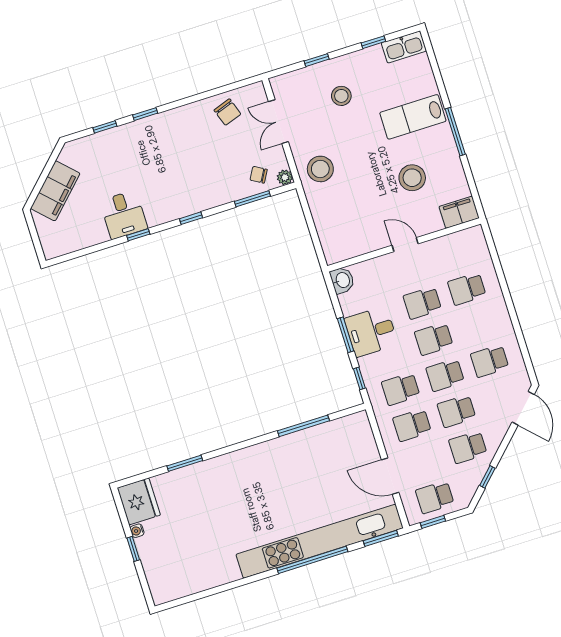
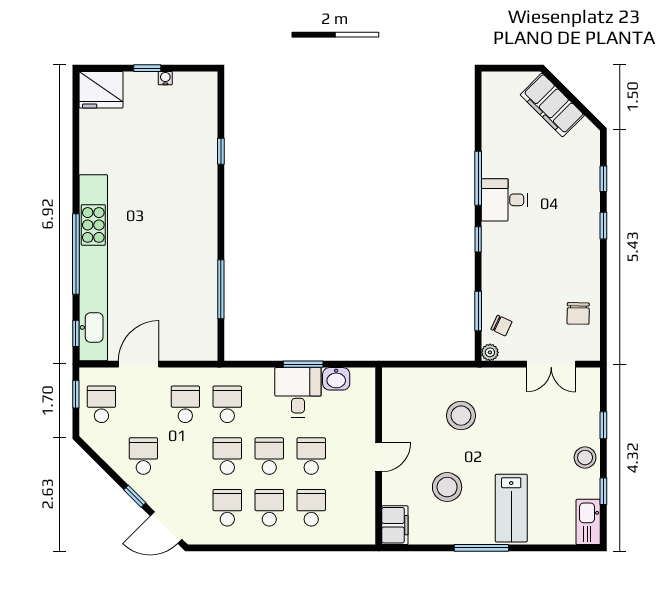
stool: (341, 96) -> (585, 458), moved
chair: (227, 112) -> (578, 313), turned -70
lab bench: (413, 117) -> (511, 508), turned 180
double door: (278, 122) -> (551, 364), swing flipped
stool: (320, 169) -> (461, 416), moved
chair: (259, 175) -> (501, 326), turned 85
desk: (124, 215) -> (504, 200), moved
window: (138, 235) -> (478, 178), width x2.17
washbasin: (342, 280) -> (336, 379), moved
window: (359, 378) -> (252, 364), removed
school desk: (456, 411) -> (269, 508), moved
window: (185, 463) -> (221, 151), width x0.67
window: (487, 477) -> (135, 496), moved
fridge: (139, 501) -> (101, 90), moved
window: (381, 538) -> (76, 333), width x0.67

